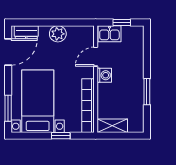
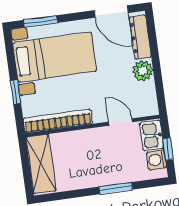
dresser: (26, 32) -> (140, 37), width x1.44
washing machine: (104, 75) -> (157, 160), moved, turned 90
window: (147, 92) -> (116, 188), moved
shelving: (112, 126) -> (41, 164), width x1.50, depth x1.33

